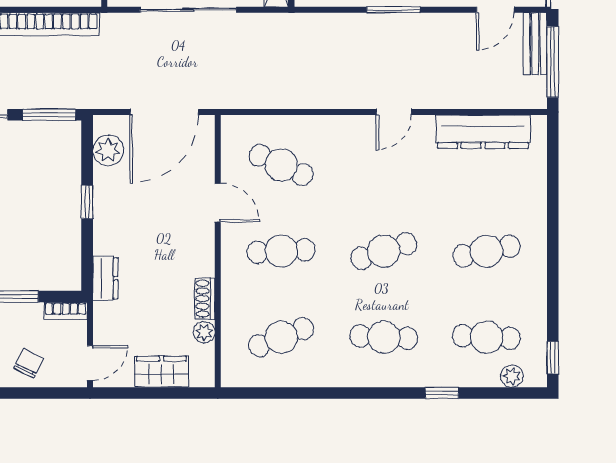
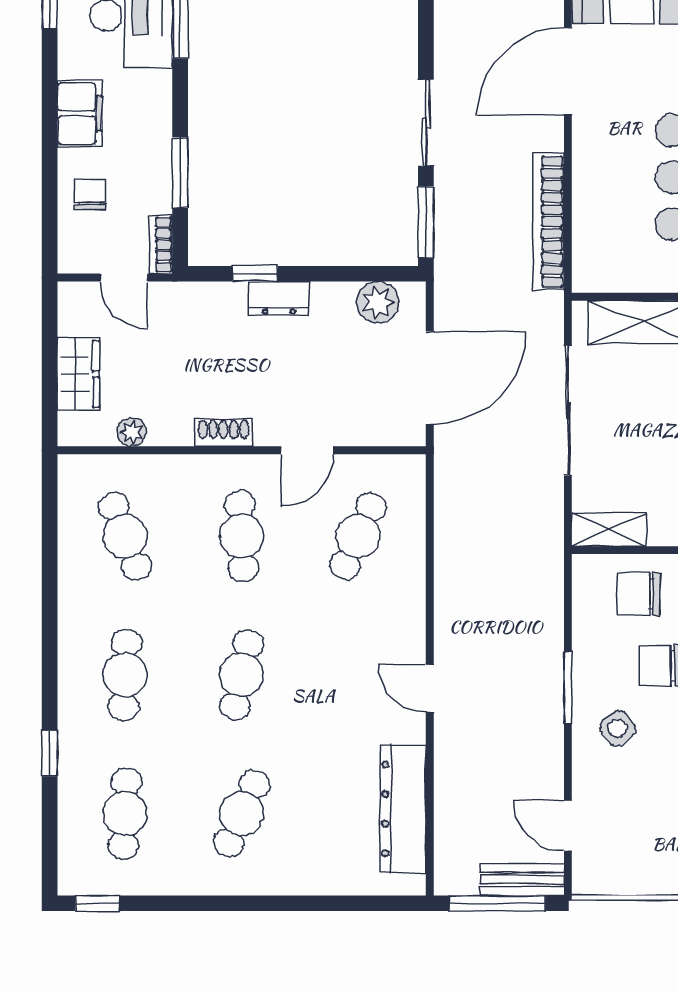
door: (164, 112) -> (430, 378), swing flipped
window: (87, 202) -> (255, 274), moved
cafe table: (384, 251) -> (242, 675), turned 30
cafe table: (486, 251) -> (242, 814), turned 36
dresser: (105, 278) -> (279, 298), moved
shoe rack: (205, 299) -> (223, 433), moved
chair: (29, 363) -> (90, 195), turned -116
door: (90, 363) -> (124, 278), moved
plant: (512, 376) -> (72, 848), removed

